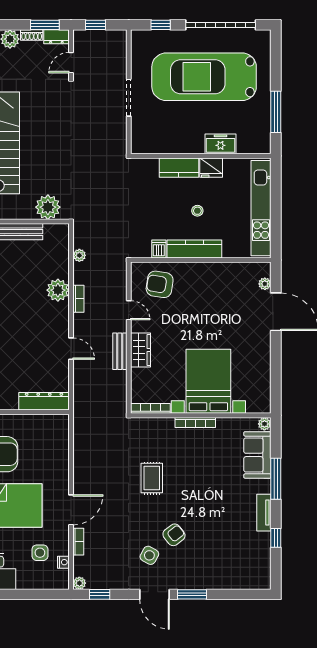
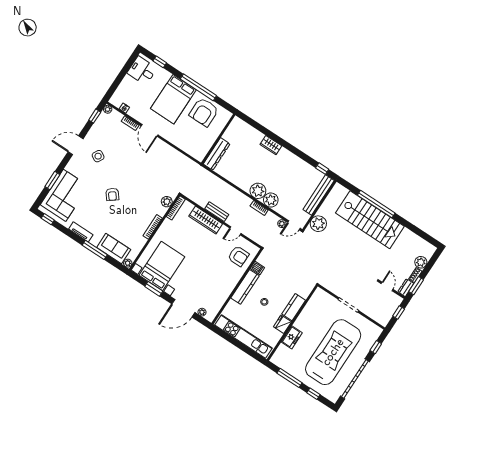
window: (276, 67) -> (313, 394), added
armchair: (160, 284) -> (238, 256), turned 81
plant: (57, 315) -> (258, 191), added
door: (71, 349) -> (294, 225), moved
wardrobe: (140, 350) -> (206, 220), width x1.50
window: (276, 367) -> (154, 289), added
bed with nightstands: (208, 381) -> (162, 266), moved, turned -90
plant: (150, 426) -> (167, 202), added
rug: (152, 478) -> (138, 184), removed
armchair: (174, 535) -> (112, 194), moved
window: (276, 538) -> (48, 219), moved
side table: (40, 553) -> (138, 99), removed
corner sofa: (230, 566) -> (65, 195), added
window: (192, 594) -> (52, 181), moved

